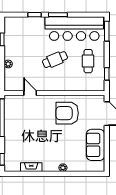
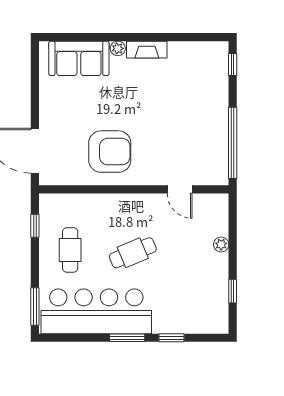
sofa: (96, 145) -> (79, 58), moved, turned 90
fireplace: (31, 167) -> (147, 50), moved

